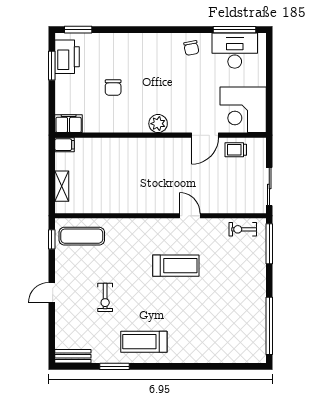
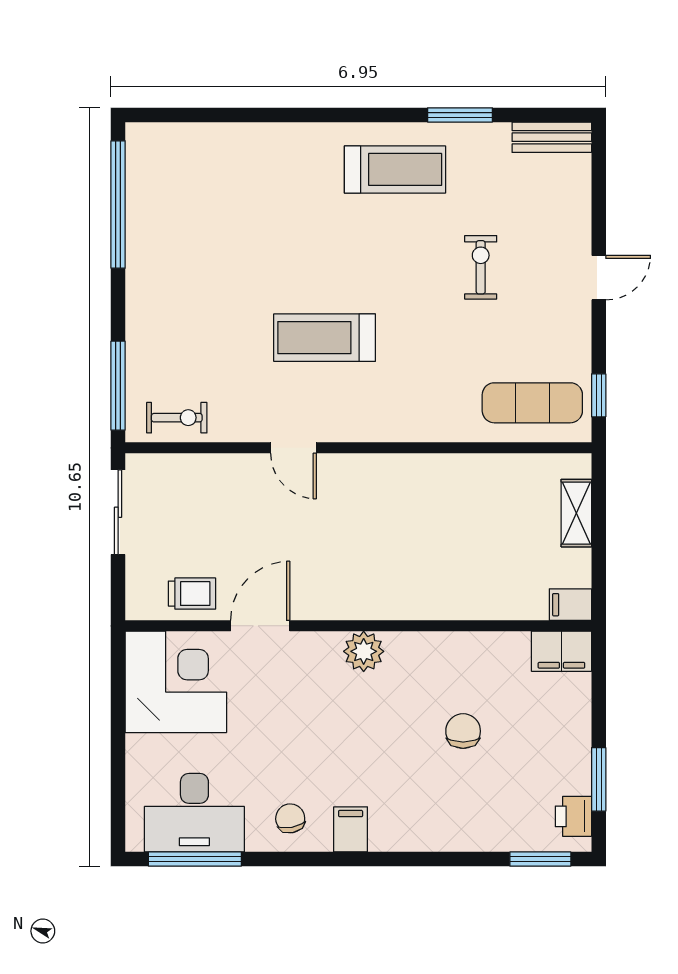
filing cabinet: (164, 43) -> (351, 829), added
printer: (67, 57) -> (573, 816), width x0.53, depth x0.68

